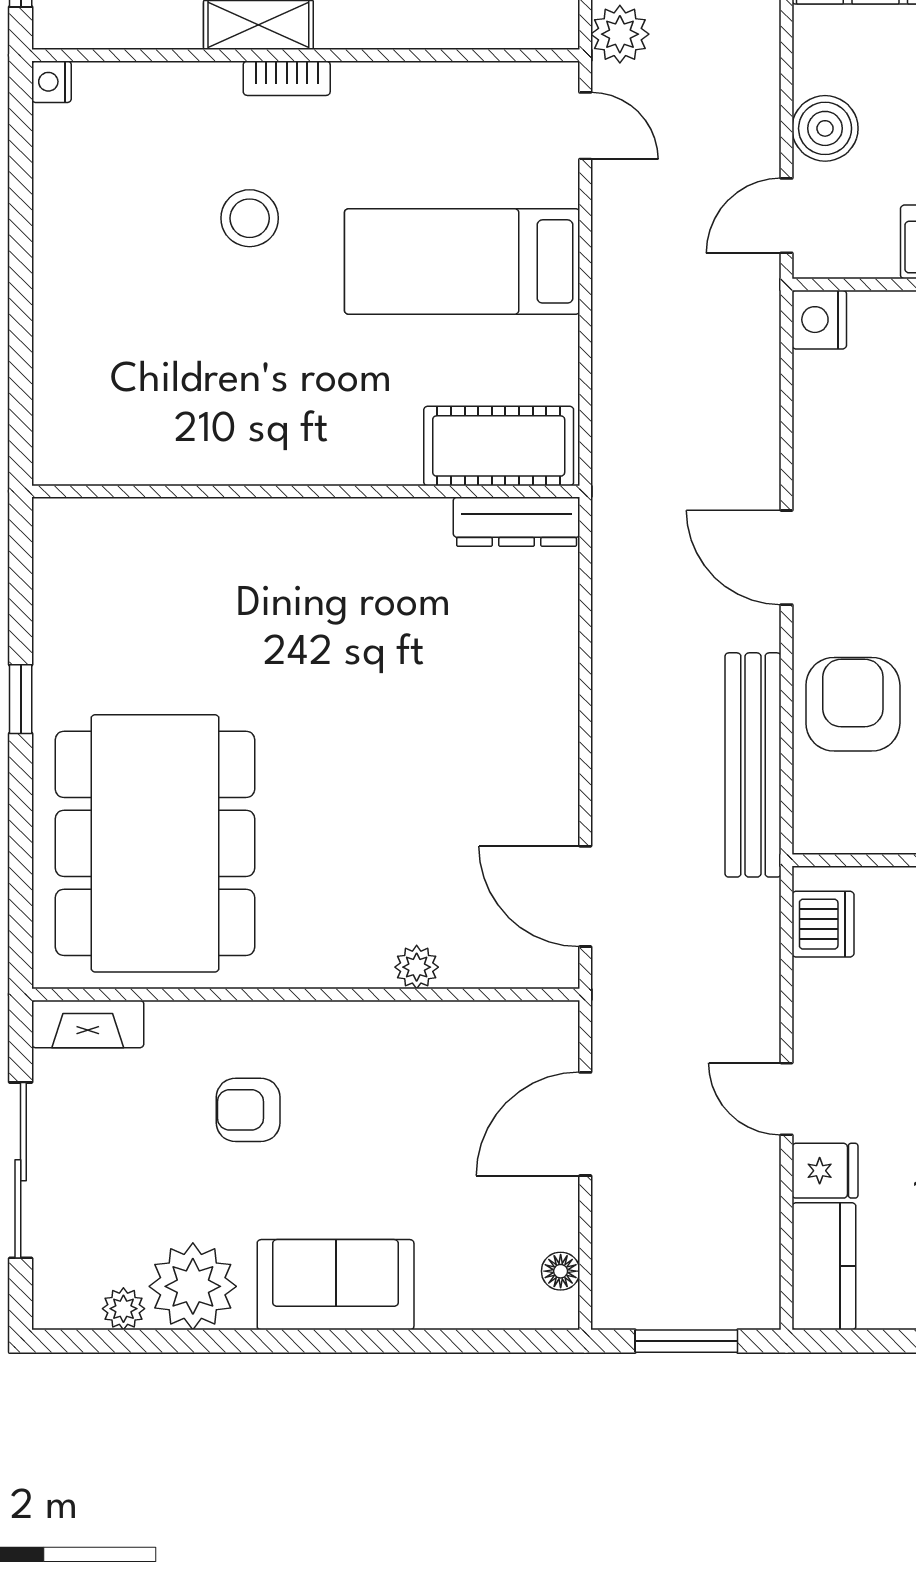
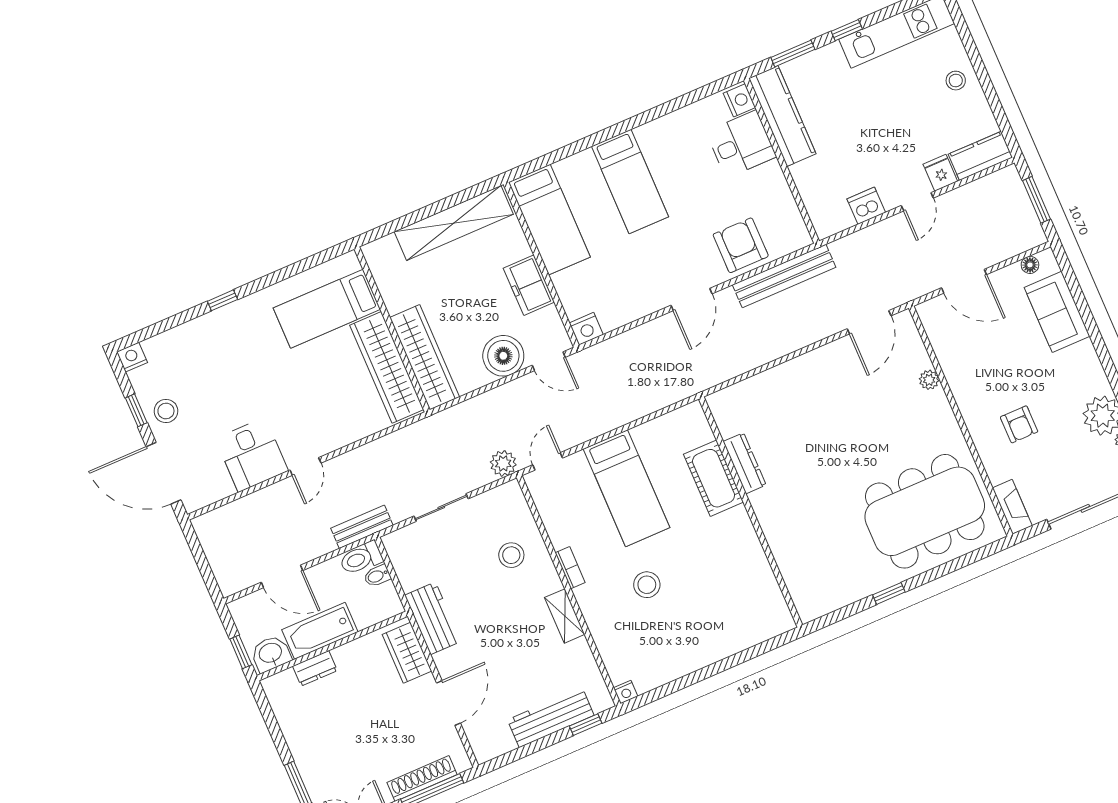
bookcase: (287, 78) -> (570, 568), moved
boiler: (825, 128) -> (503, 356), width x1.37, depth x1.37
cot: (499, 446) -> (714, 478), moved
dresser: (517, 522) -> (745, 463), moved
armchair: (853, 704) -> (741, 245), turned 90
dishwasher: (823, 924) -> (866, 206), moved
sofa: (336, 1285) -> (1057, 312), moved

